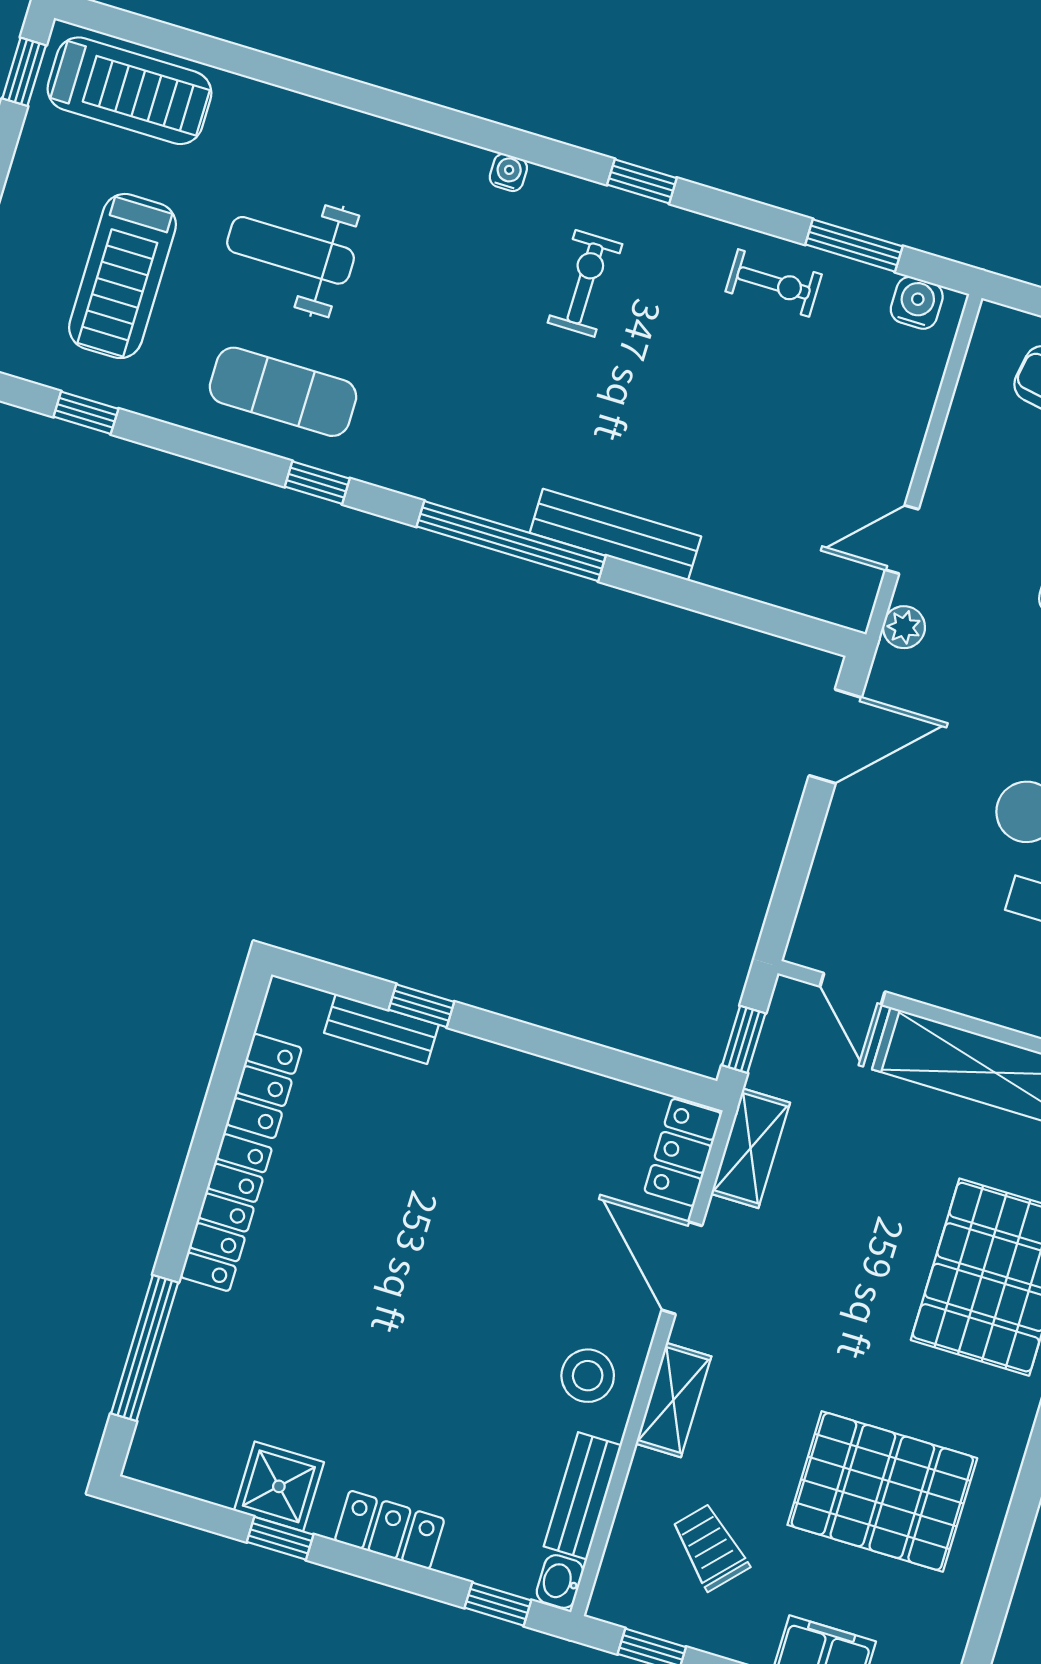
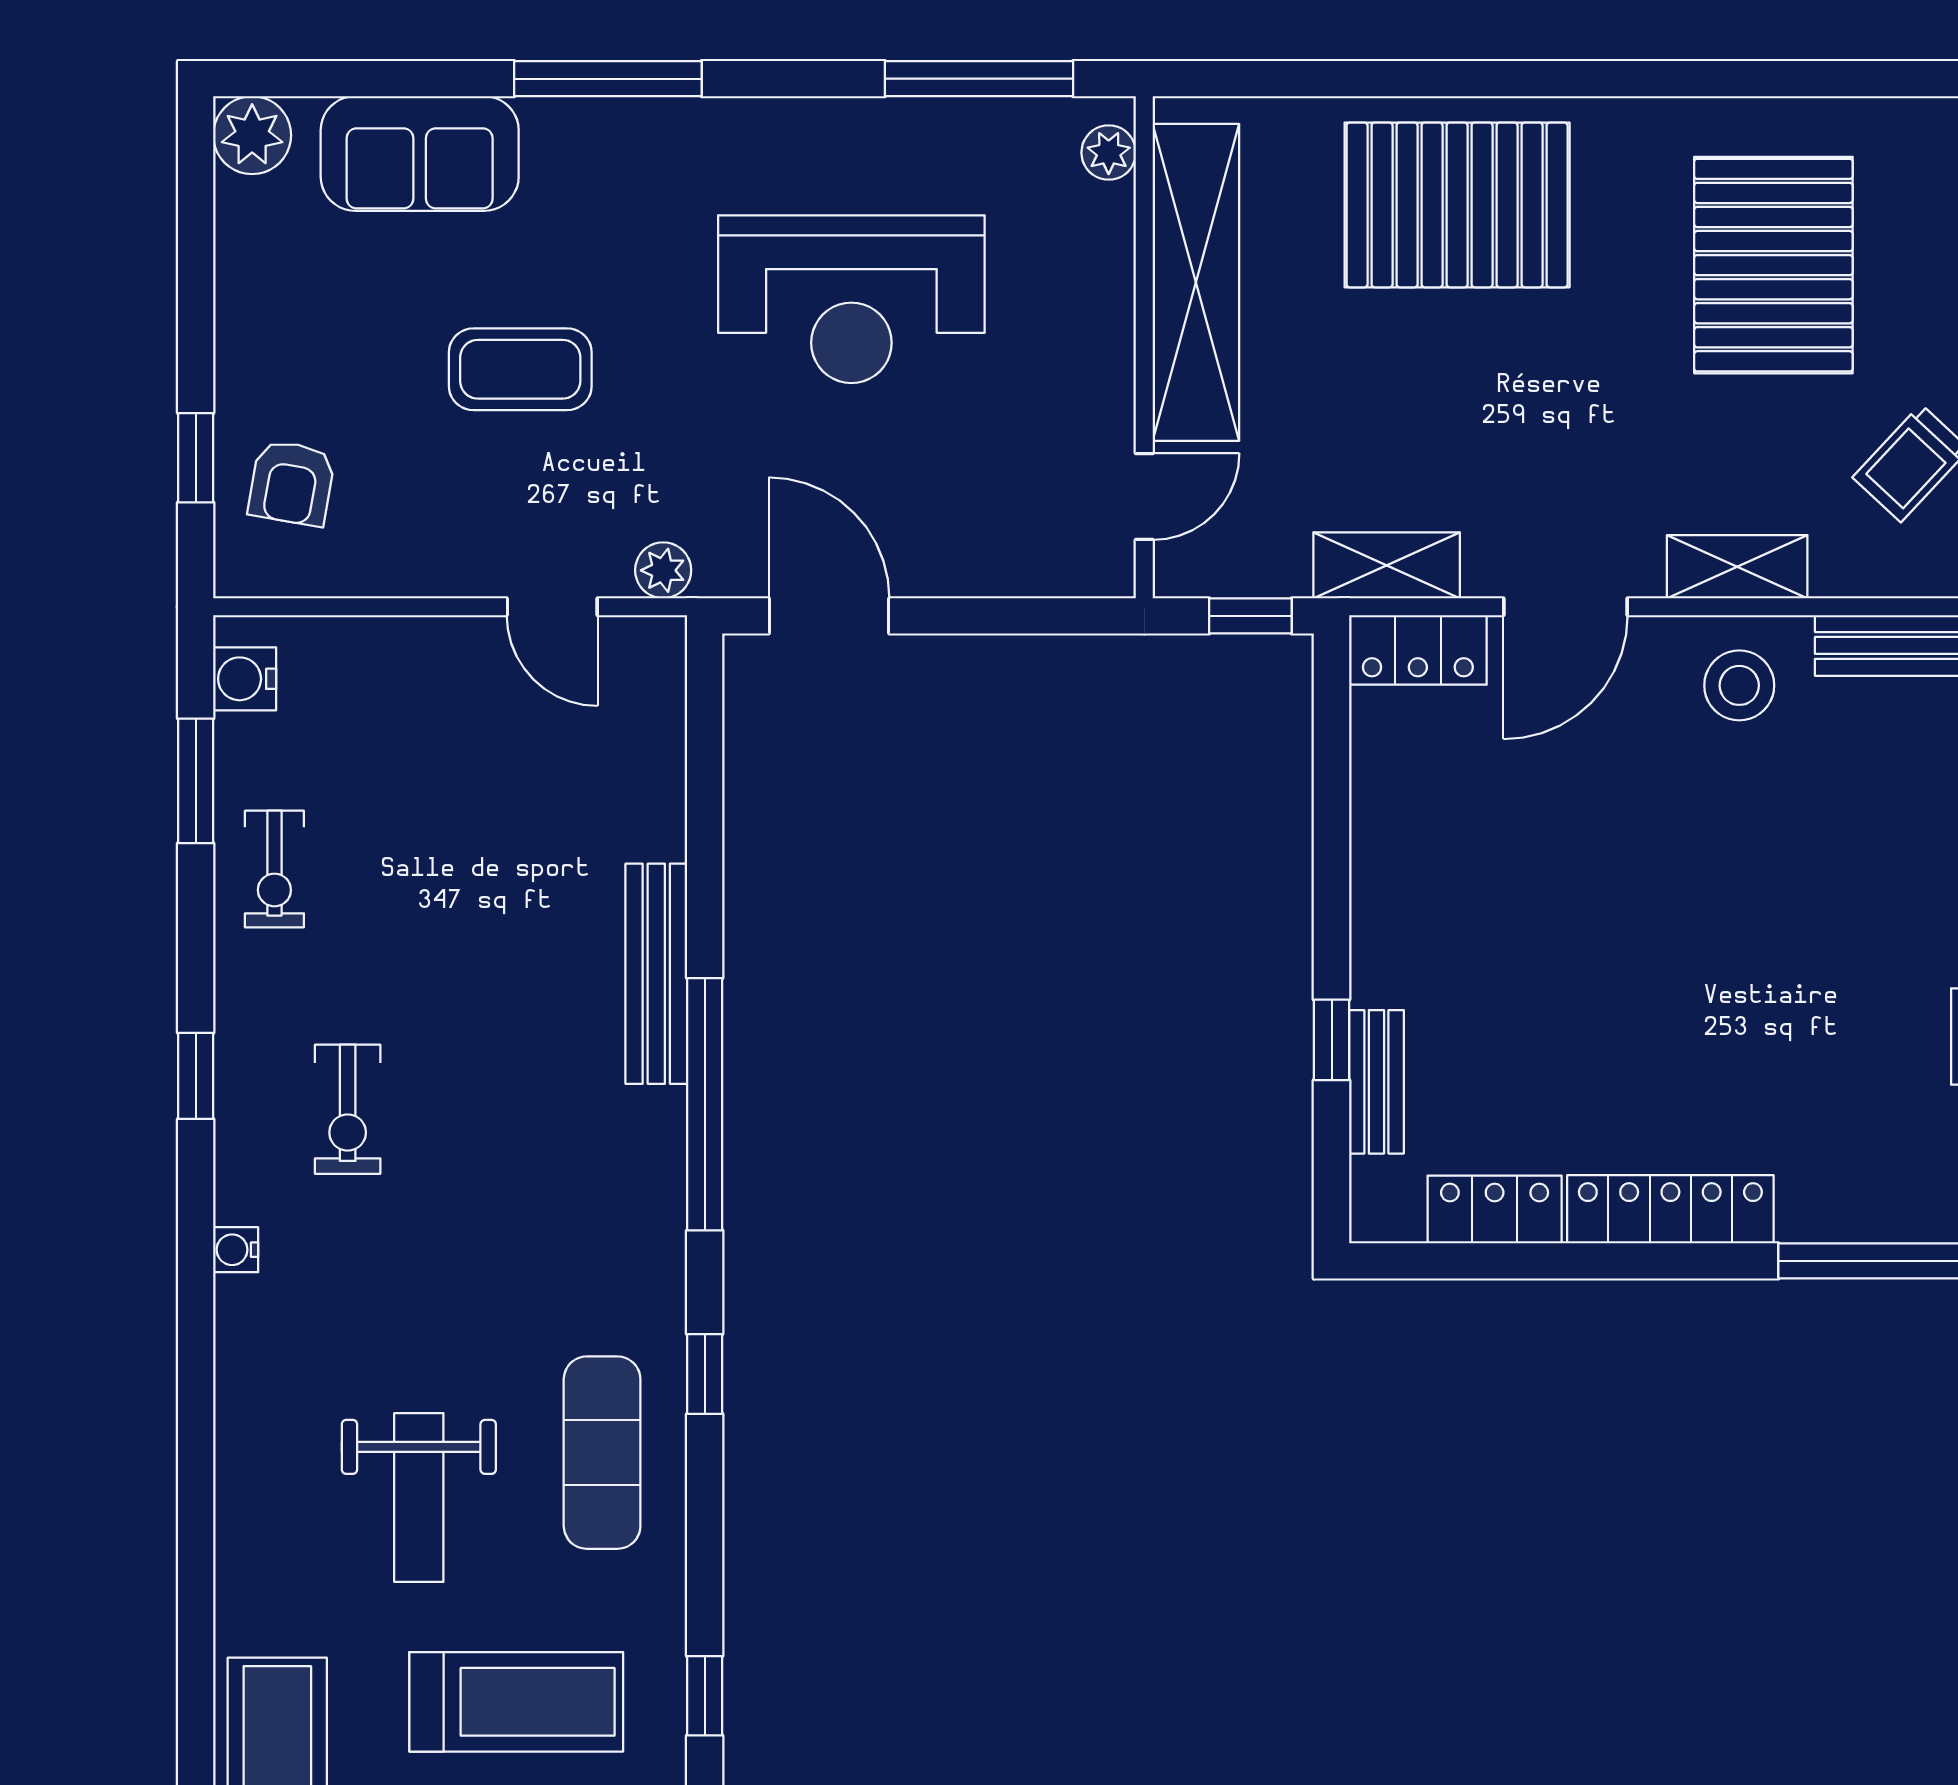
exercise bike: (585, 283) -> (348, 1109), turned -90
exercise bike: (774, 283) -> (274, 869), turned 180

